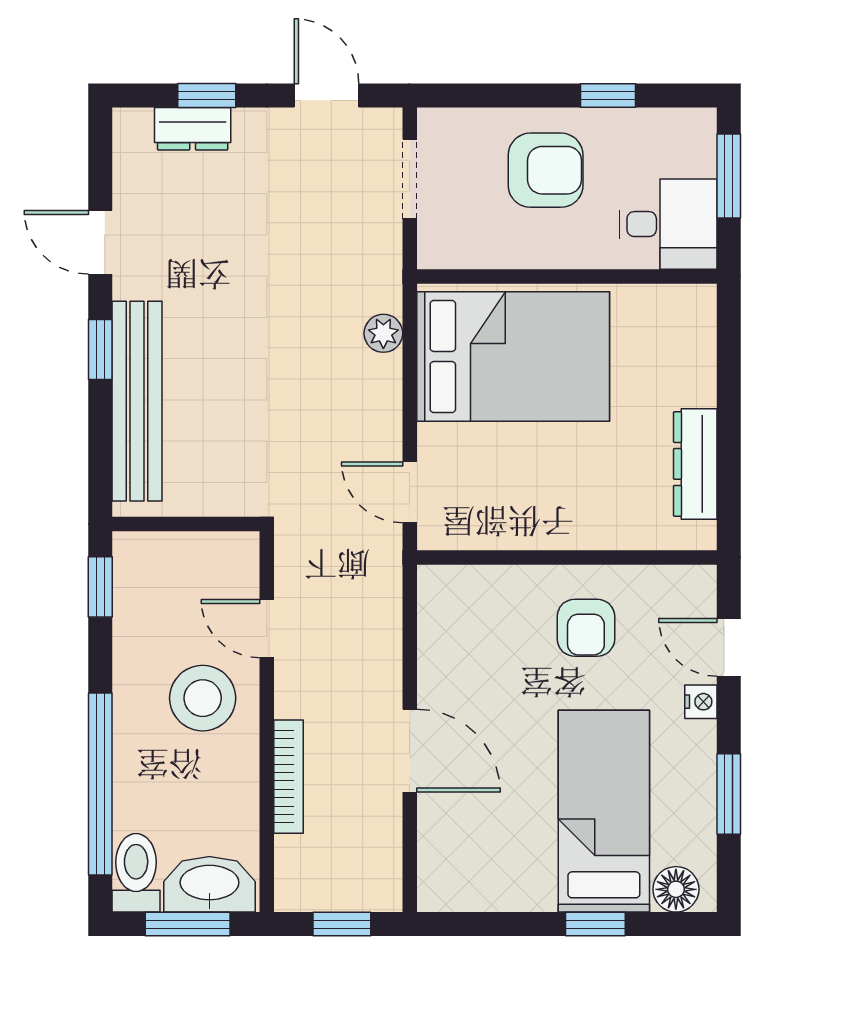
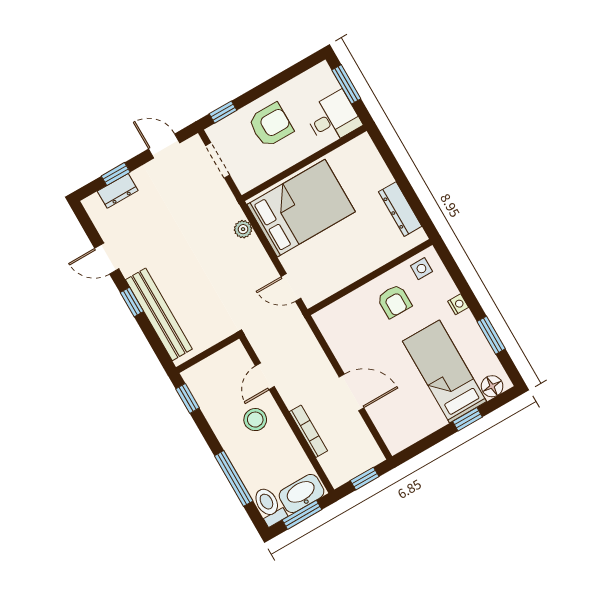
window: (608, 96) -> (223, 112), moved
side table: (671, 597) -> (421, 269), added
door: (267, 629) -> (265, 376), hinge flipped
door: (729, 647) -> (457, 276), removed
stool: (203, 698) -> (255, 420), width x0.73, depth x0.73
window: (100, 784) -> (234, 478), width x0.68

